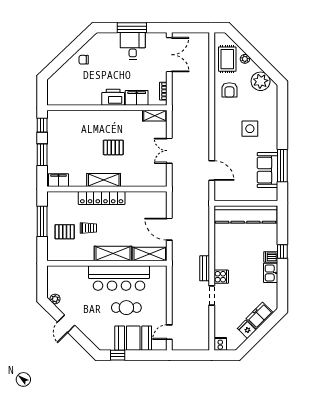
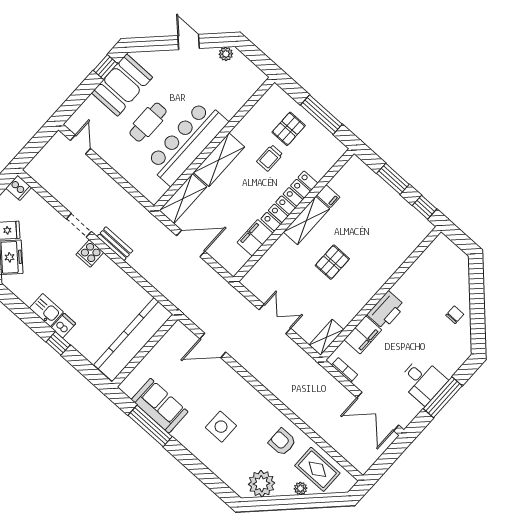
filing cabinet: (58, 180) -> (328, 196), moved, width x0.50
filing cabinet: (137, 199) -> (255, 238), added
booth: (133, 338) -> (122, 85), moved

